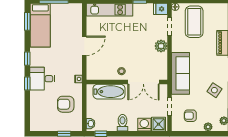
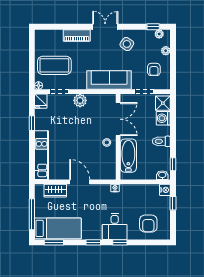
wardrobe: (76, 23) -> (55, 191), added
armchair: (66, 104) -> (148, 224), moved
nightstand: (77, 126) -> (165, 190), added

